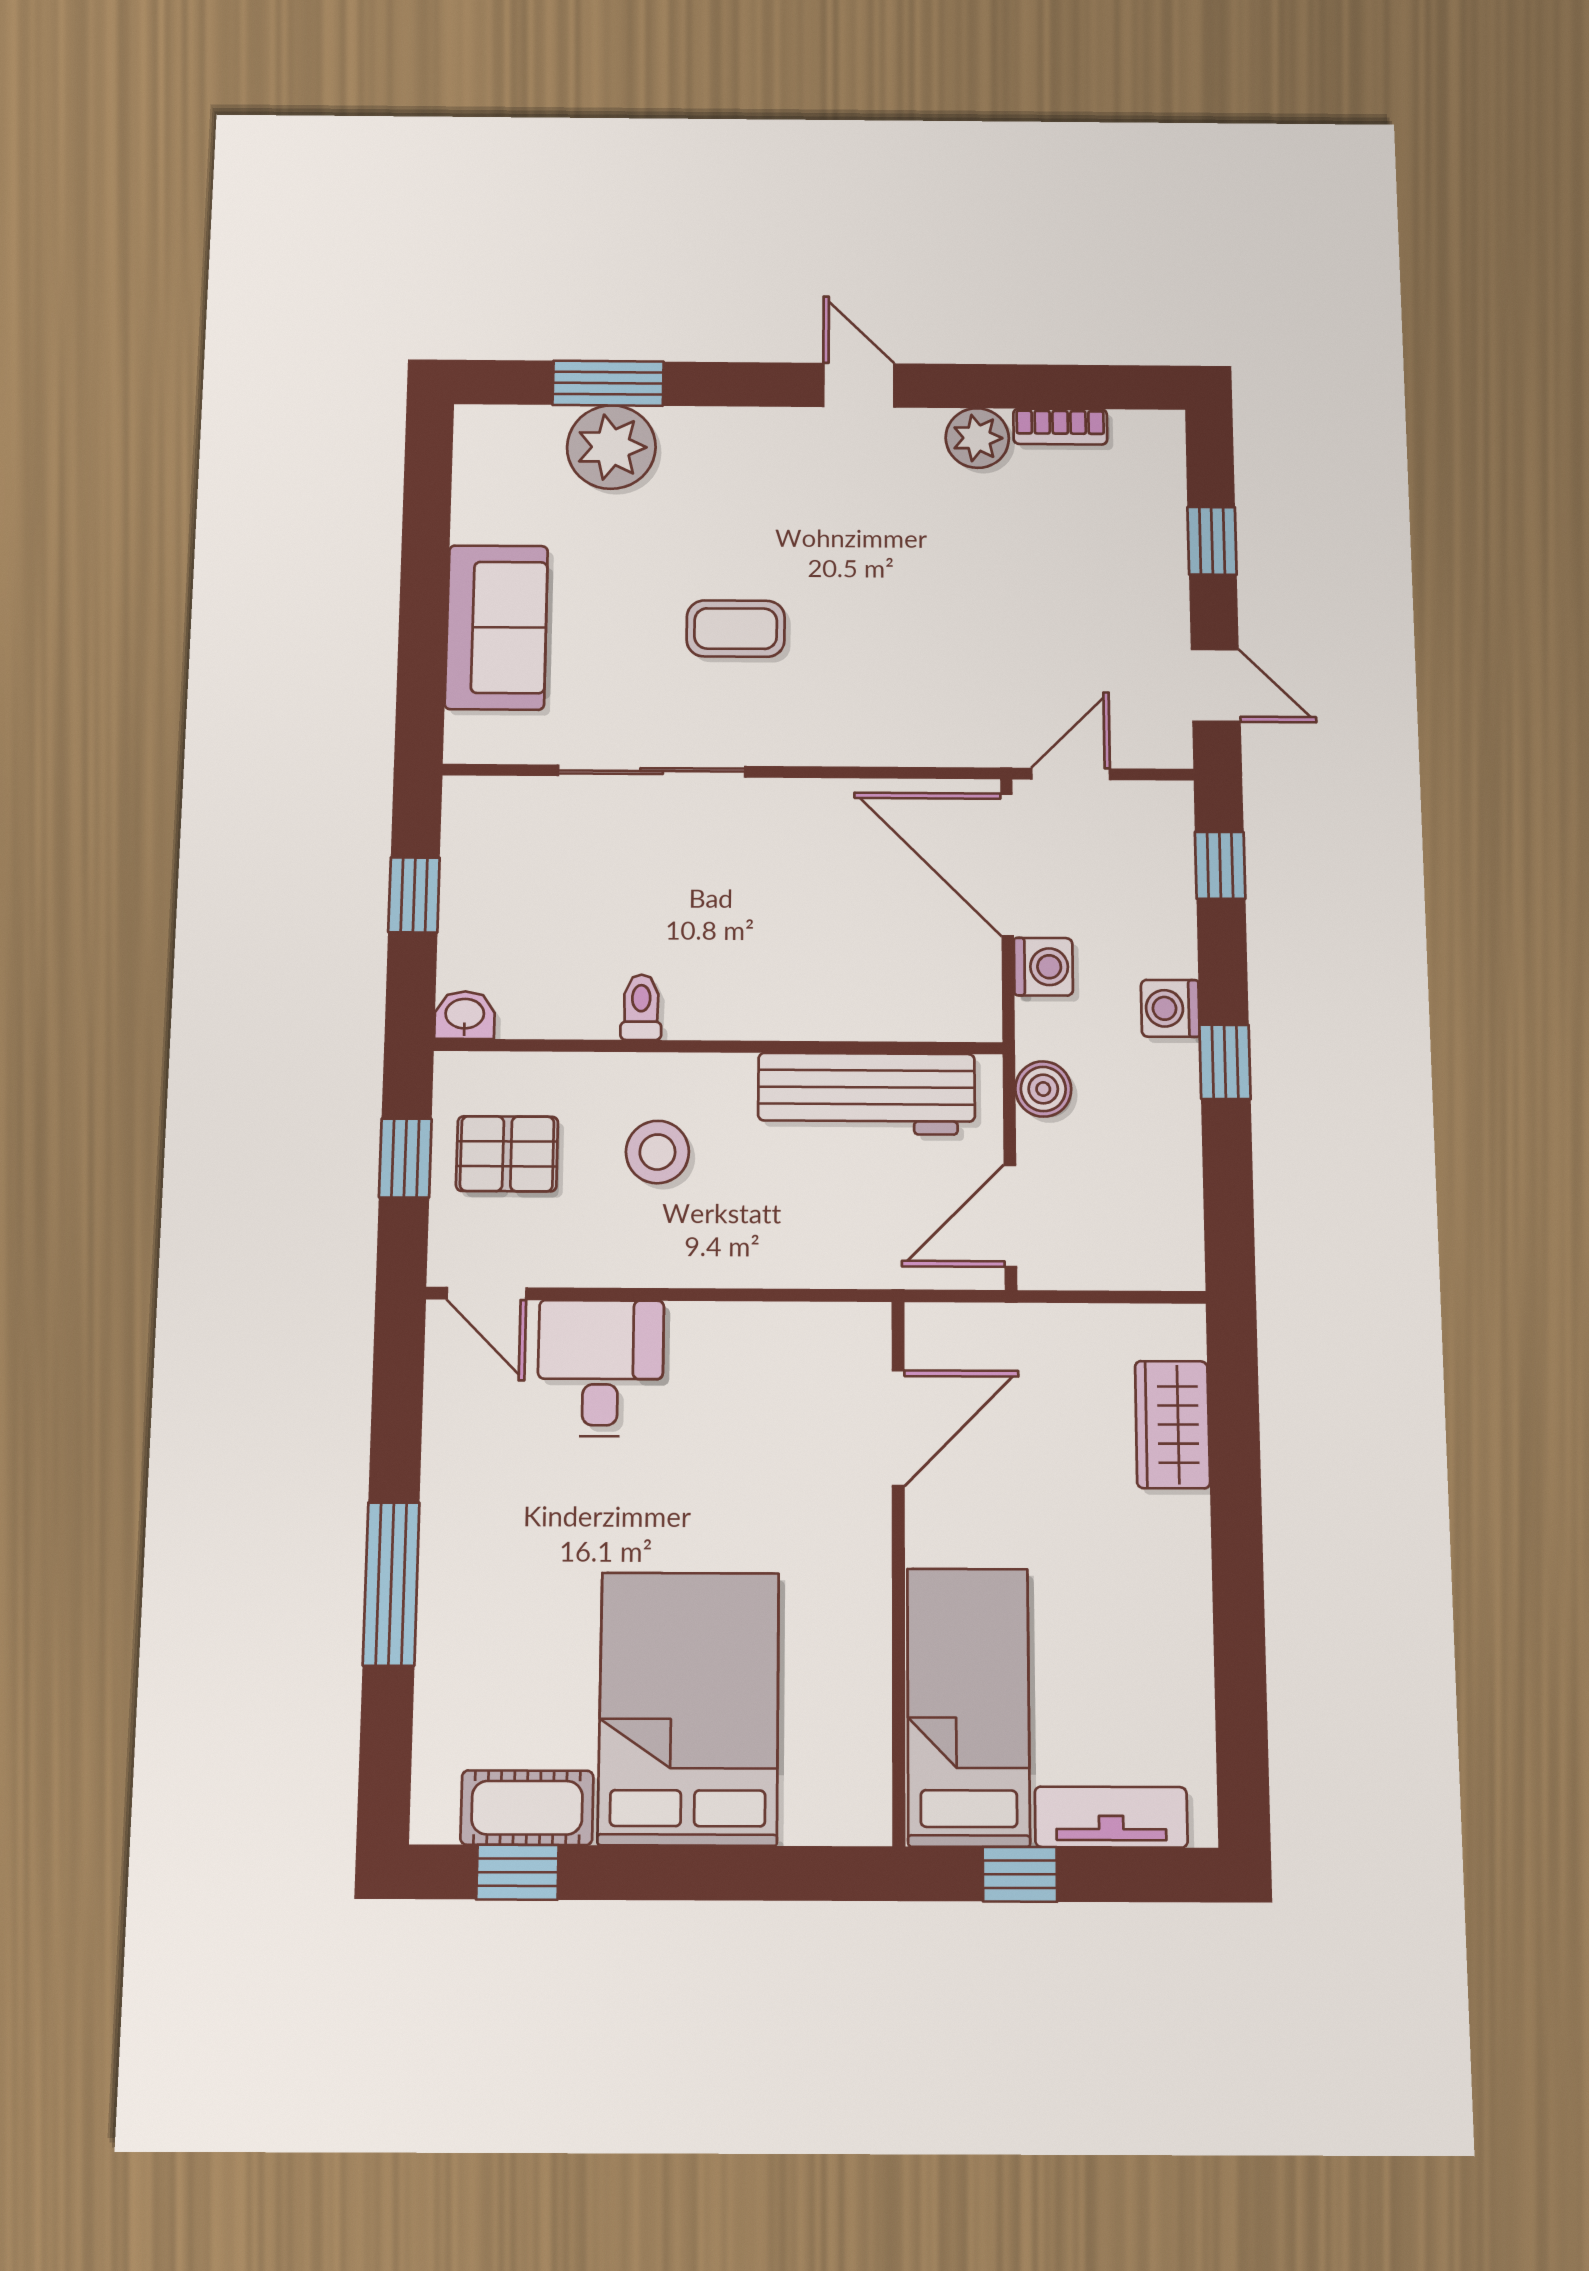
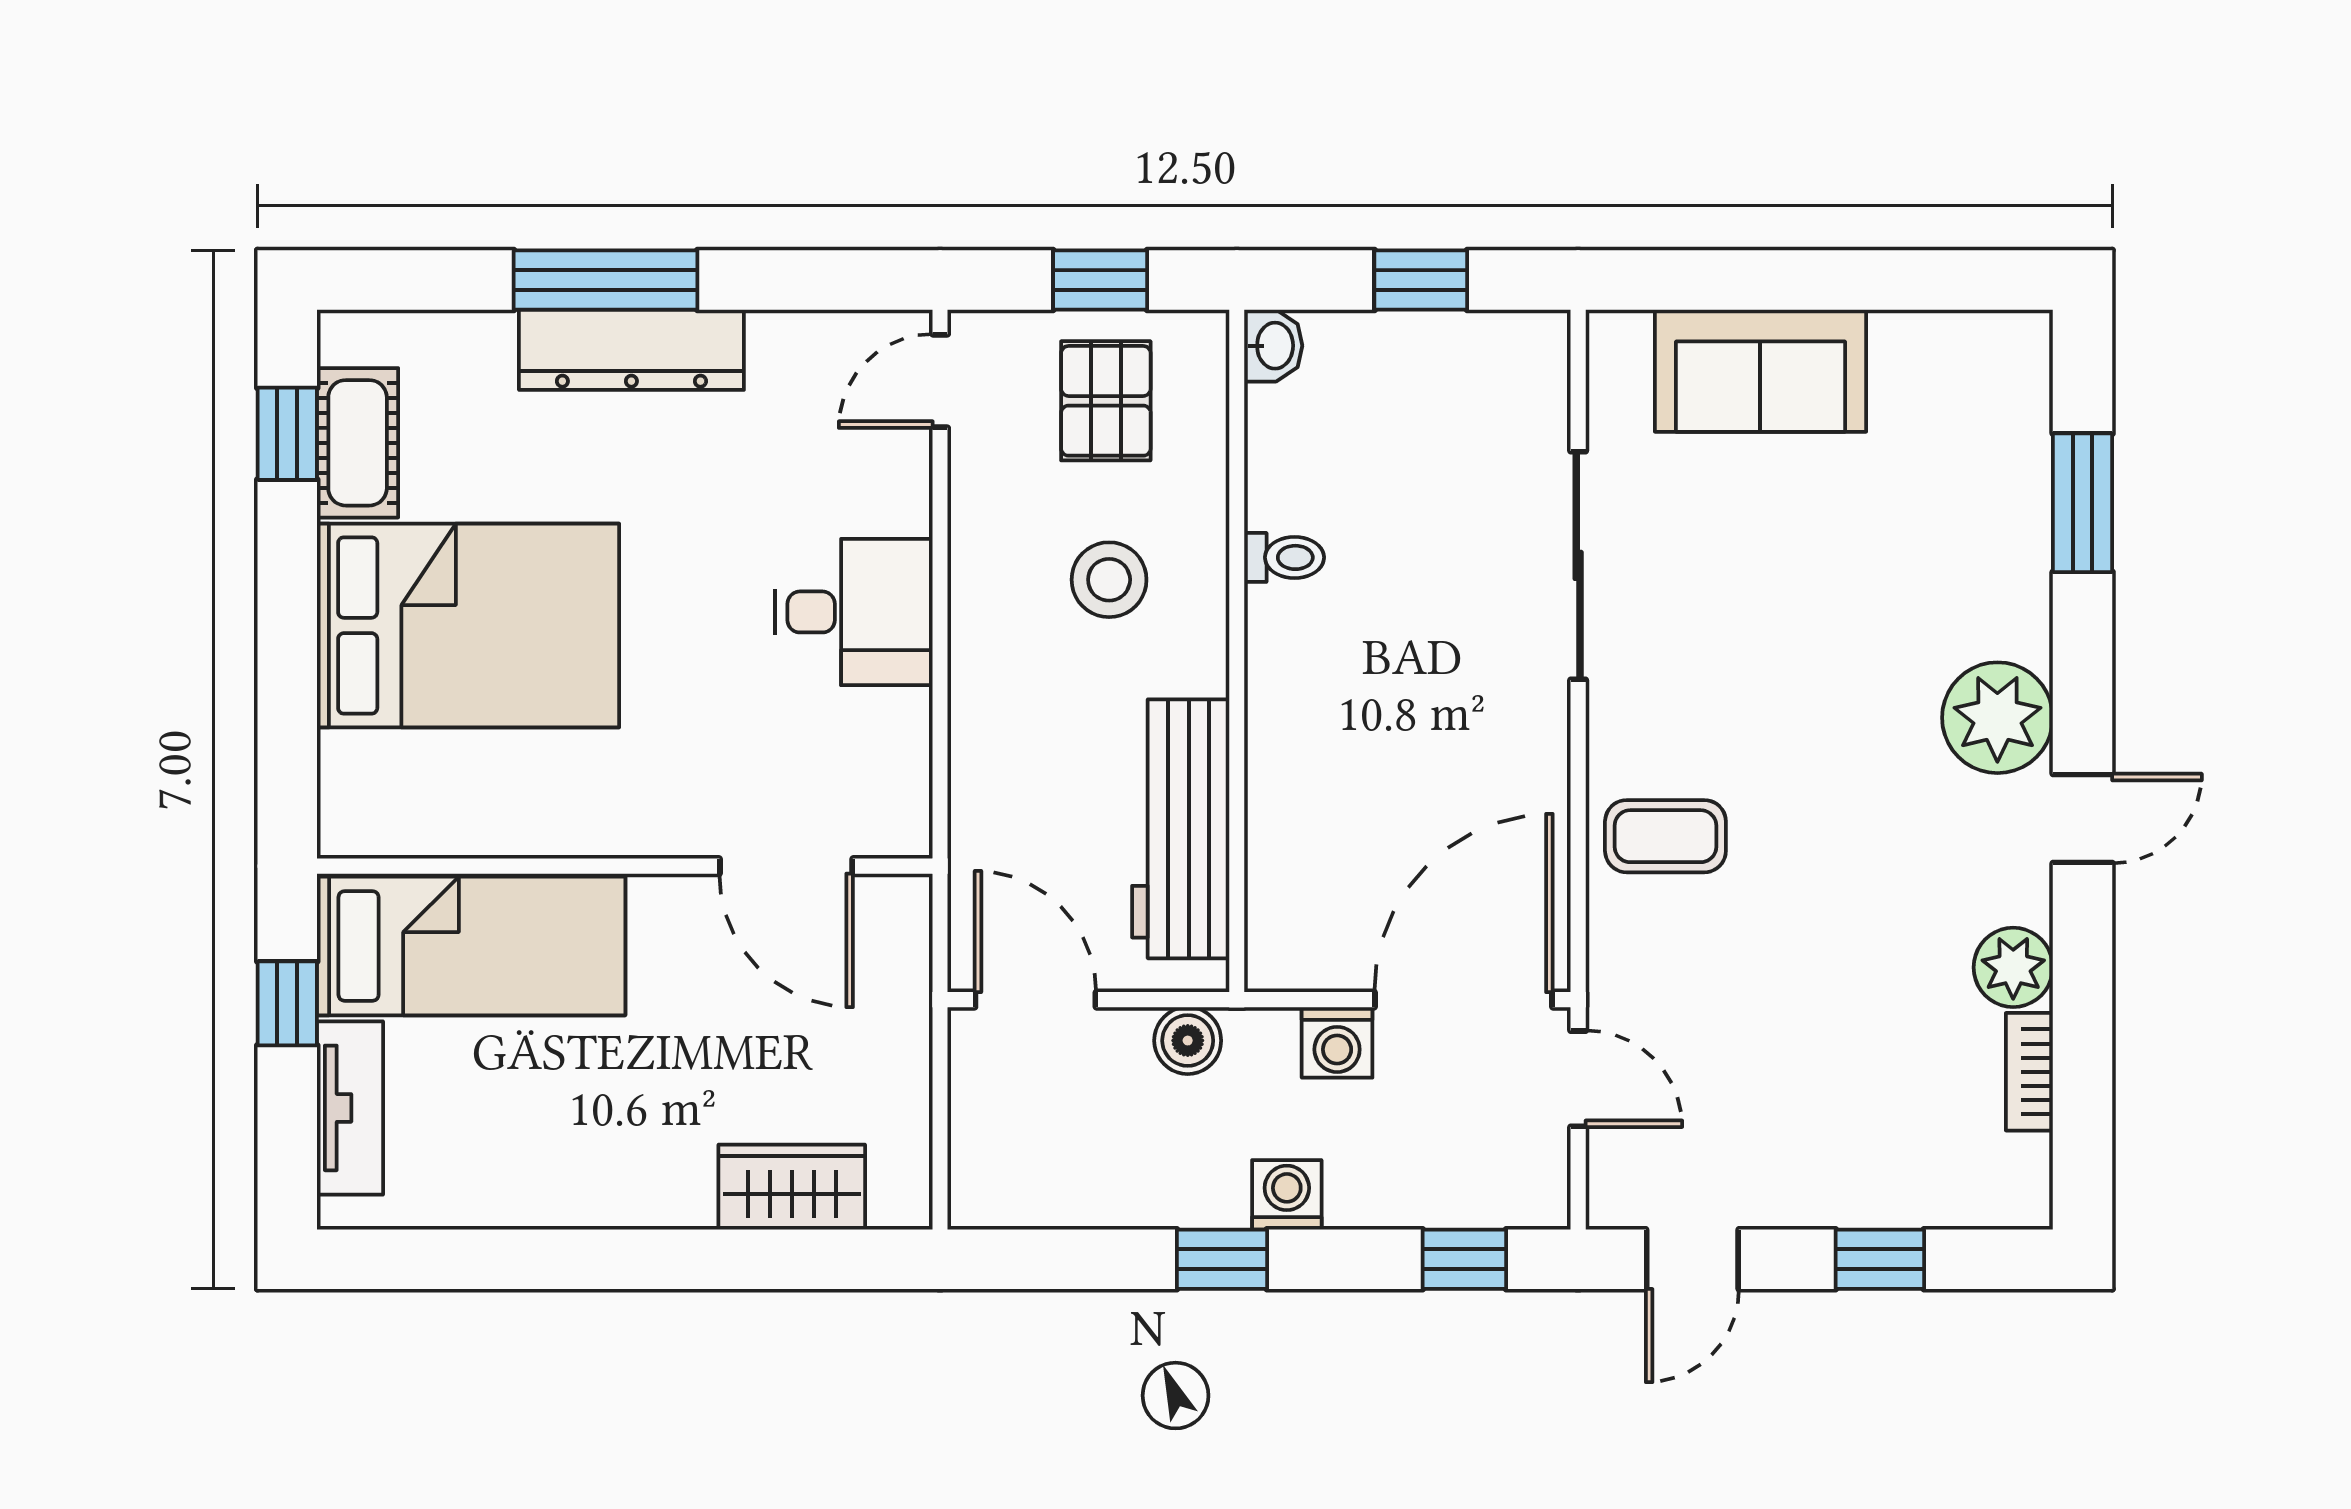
plant: (611, 447) -> (1997, 718), moved
coffee table: (736, 629) -> (1665, 836), moved, turned 90
desk: (600, 1368) -> (854, 612), moved
dresser: (452, 1561) -> (631, 350), added

